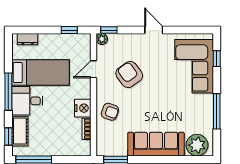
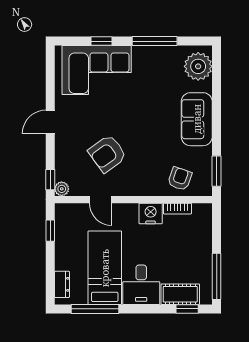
window: (217, 59) -> (102, 41), moved
window: (8, 92) -> (95, 309), moved
armchair: (110, 112) -> (180, 179), moved
sofa: (156, 144) -> (197, 119), width x0.73

